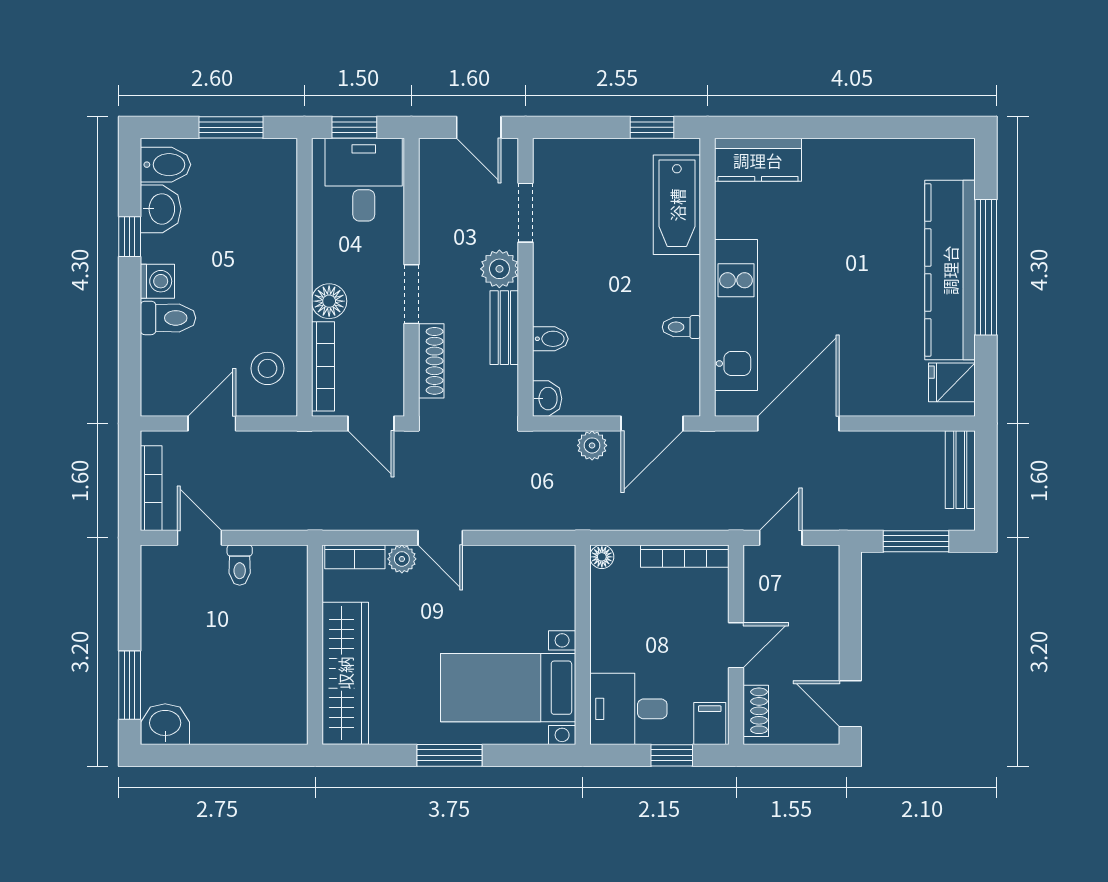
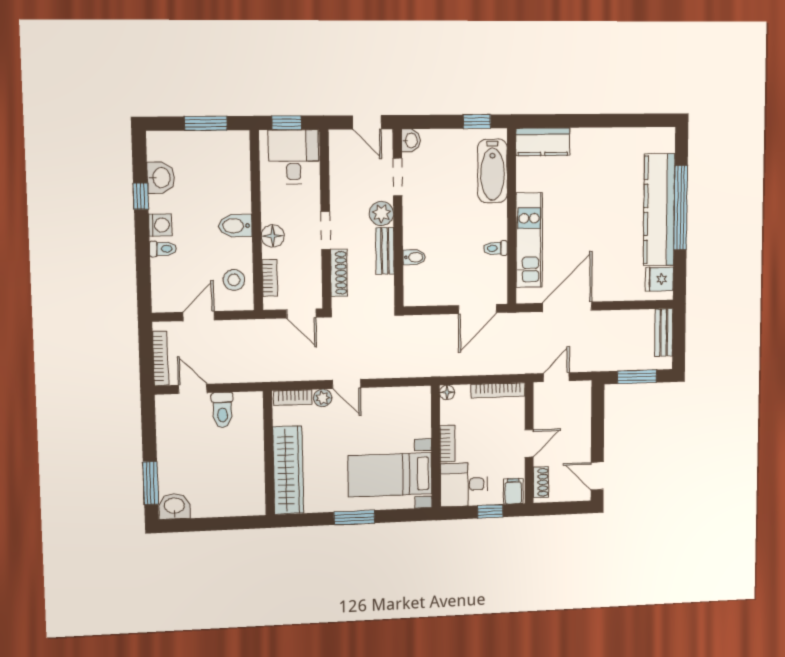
bidet: (166, 165) -> (235, 226), moved, turned 180
toilet: (168, 318) -> (163, 249), width x0.73, depth x0.72
bookcase: (323, 366) -> (270, 278), width x0.64
washbasin: (547, 399) -> (411, 140), moved
plant: (592, 445) -> (441, 324), removed
toilet: (240, 565) -> (222, 410), width x1.37, depth x1.39
bookcase: (602, 640) -> (447, 444), added

